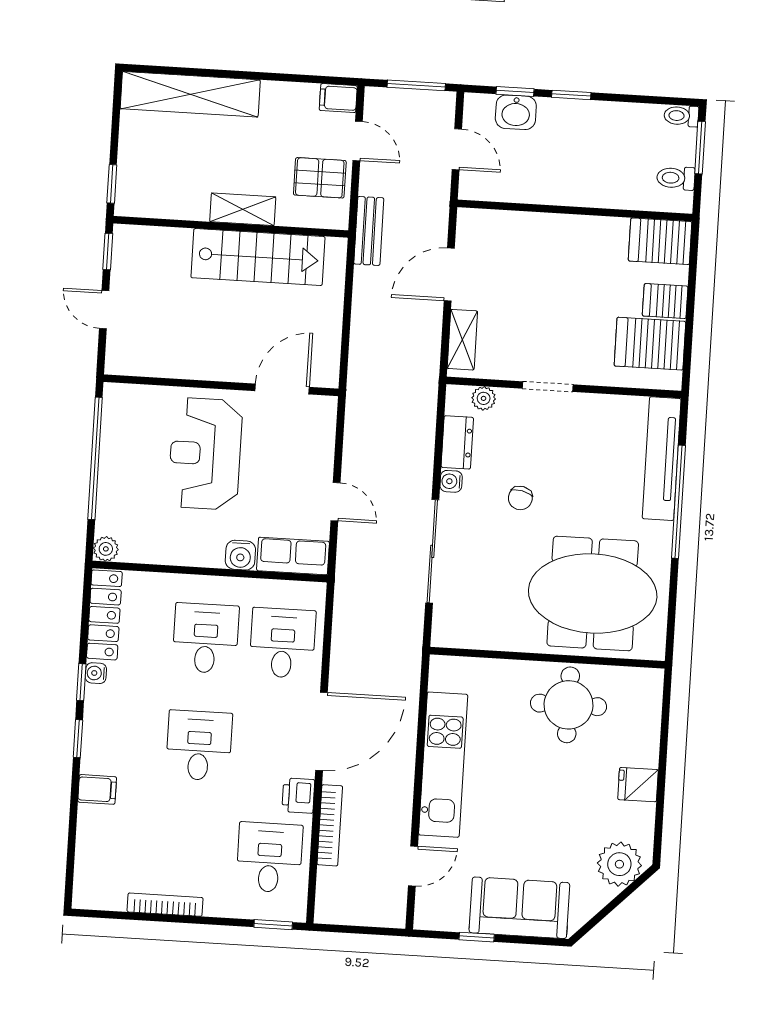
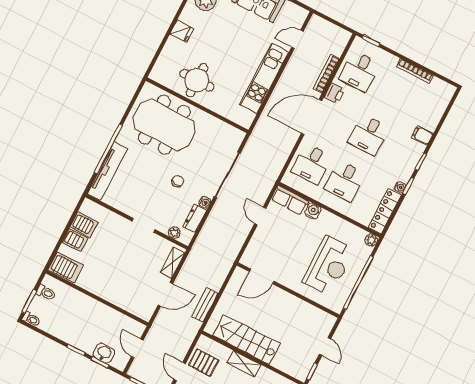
bench: (369, 231) -> (205, 305), moved
server rack: (650, 344) -> (84, 225), width x0.73, depth x0.70
reception desk: (205, 454) -> (328, 266), moved

